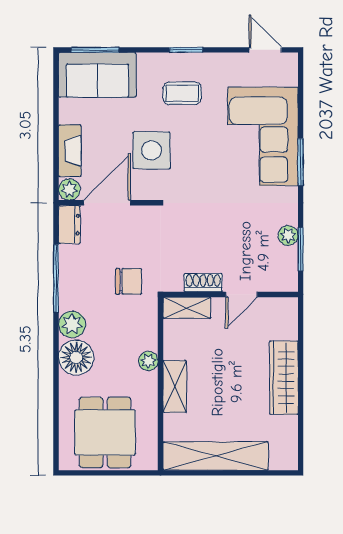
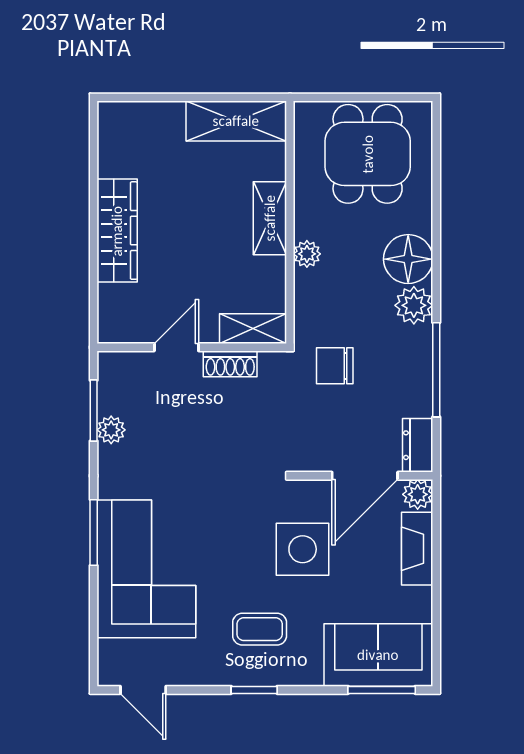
shelving: (216, 456) -> (236, 121), width x0.68

